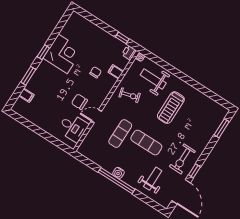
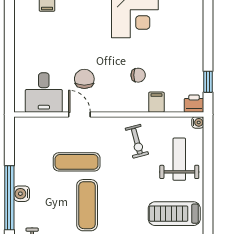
treadmill: (171, 108) -> (174, 214), moved

